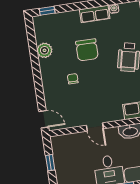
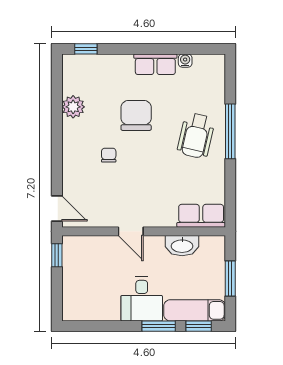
chair: (87, 50) -> (136, 115), turned 180
window: (50, 163) -> (57, 255), moved

